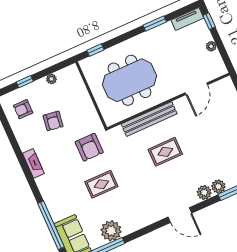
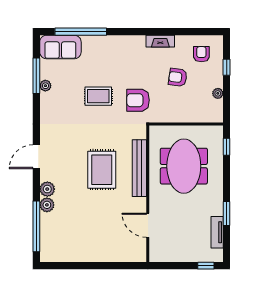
tv unit: (187, 19) -> (217, 232), moved
plant: (211, 46) -> (182, 257), removed
rug: (165, 152) -> (102, 170), width x1.36, depth x1.43
fireplace: (33, 163) -> (160, 41), moved
rug: (101, 184) -> (98, 96), turned 90
plant: (111, 231) -> (45, 86), width x0.53, depth x0.53

